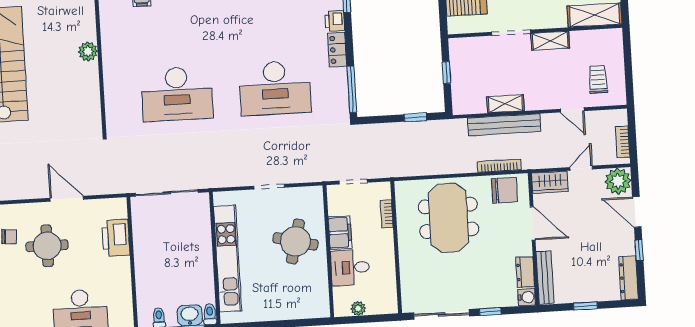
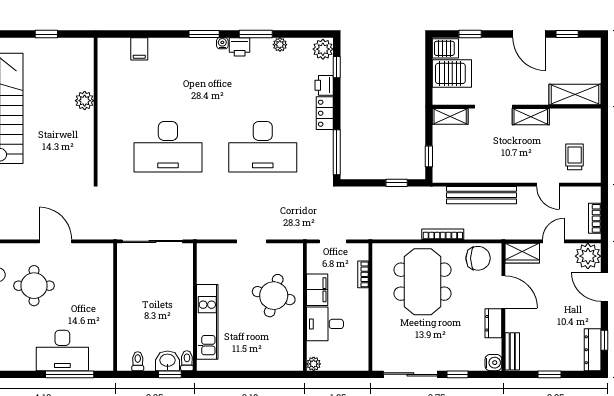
window: (446, 72) -> (429, 156), moved
shelving: (505, 104) -> (450, 116), moved
bookcase: (499, 166) -> (443, 234), moved
printer: (116, 238) -> (101, 282), removed
window: (639, 250) -> (604, 340), moved
kitchen unit: (228, 259) -> (207, 322), width x0.73
dresser: (525, 272) -> (493, 323), moved
bench: (545, 277) -> (512, 351), width x0.73
plant: (358, 308) -> (314, 364), moved

